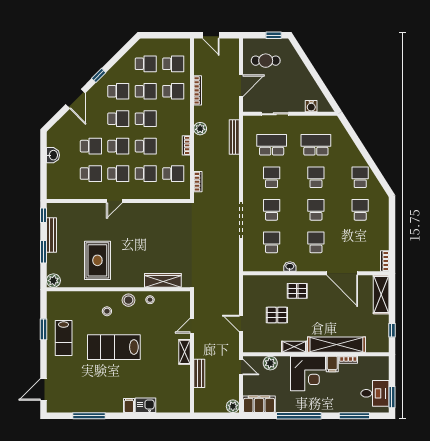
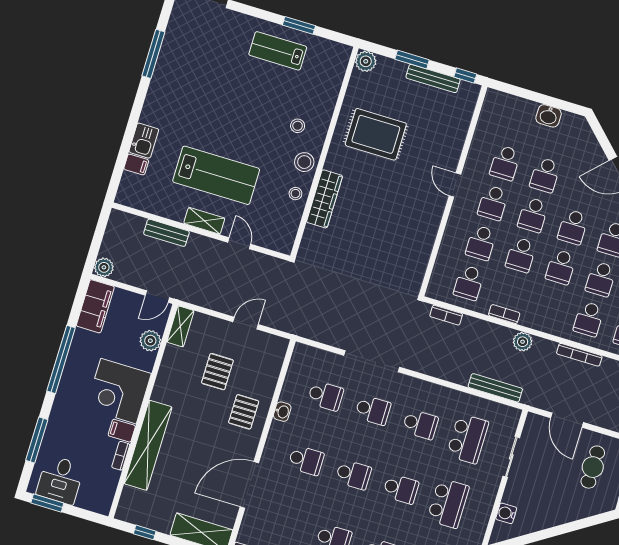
wardrobe: (163, 280) -> (325, 199), moved
door: (241, 323) -> (246, 323), moved
lab bench: (114, 347) -> (216, 175), moved, turned 90
shelving: (294, 347) -> (180, 326), moved
filing cabinet: (129, 405) -> (136, 165), moved

